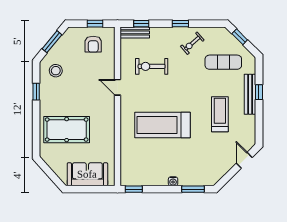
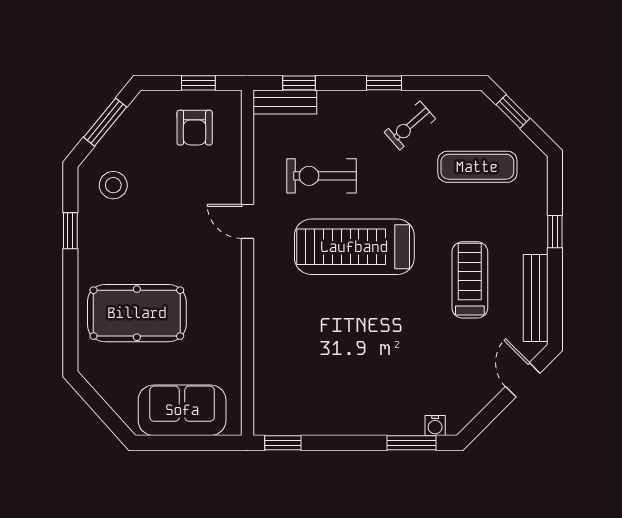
bench: (250, 94) -> (536, 298), moved
treadmill: (163, 125) -> (354, 247), moved
water cooler: (173, 181) -> (435, 426), moved

